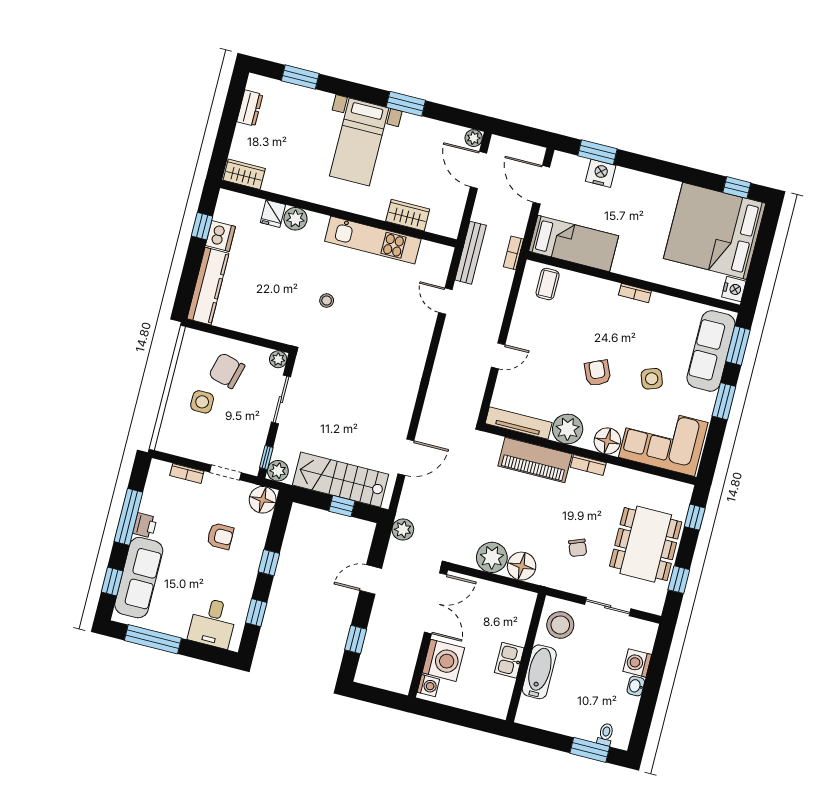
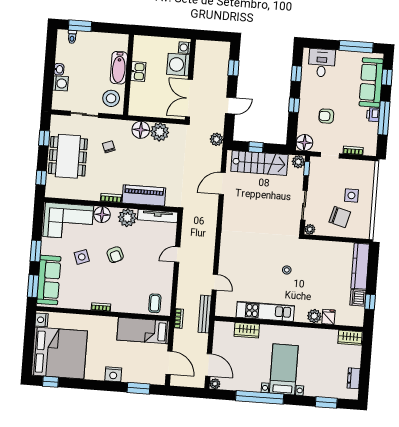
window: (406, 104) -> (260, 397), width x2.11
nightstand: (601, 173) -> (113, 374), moved

